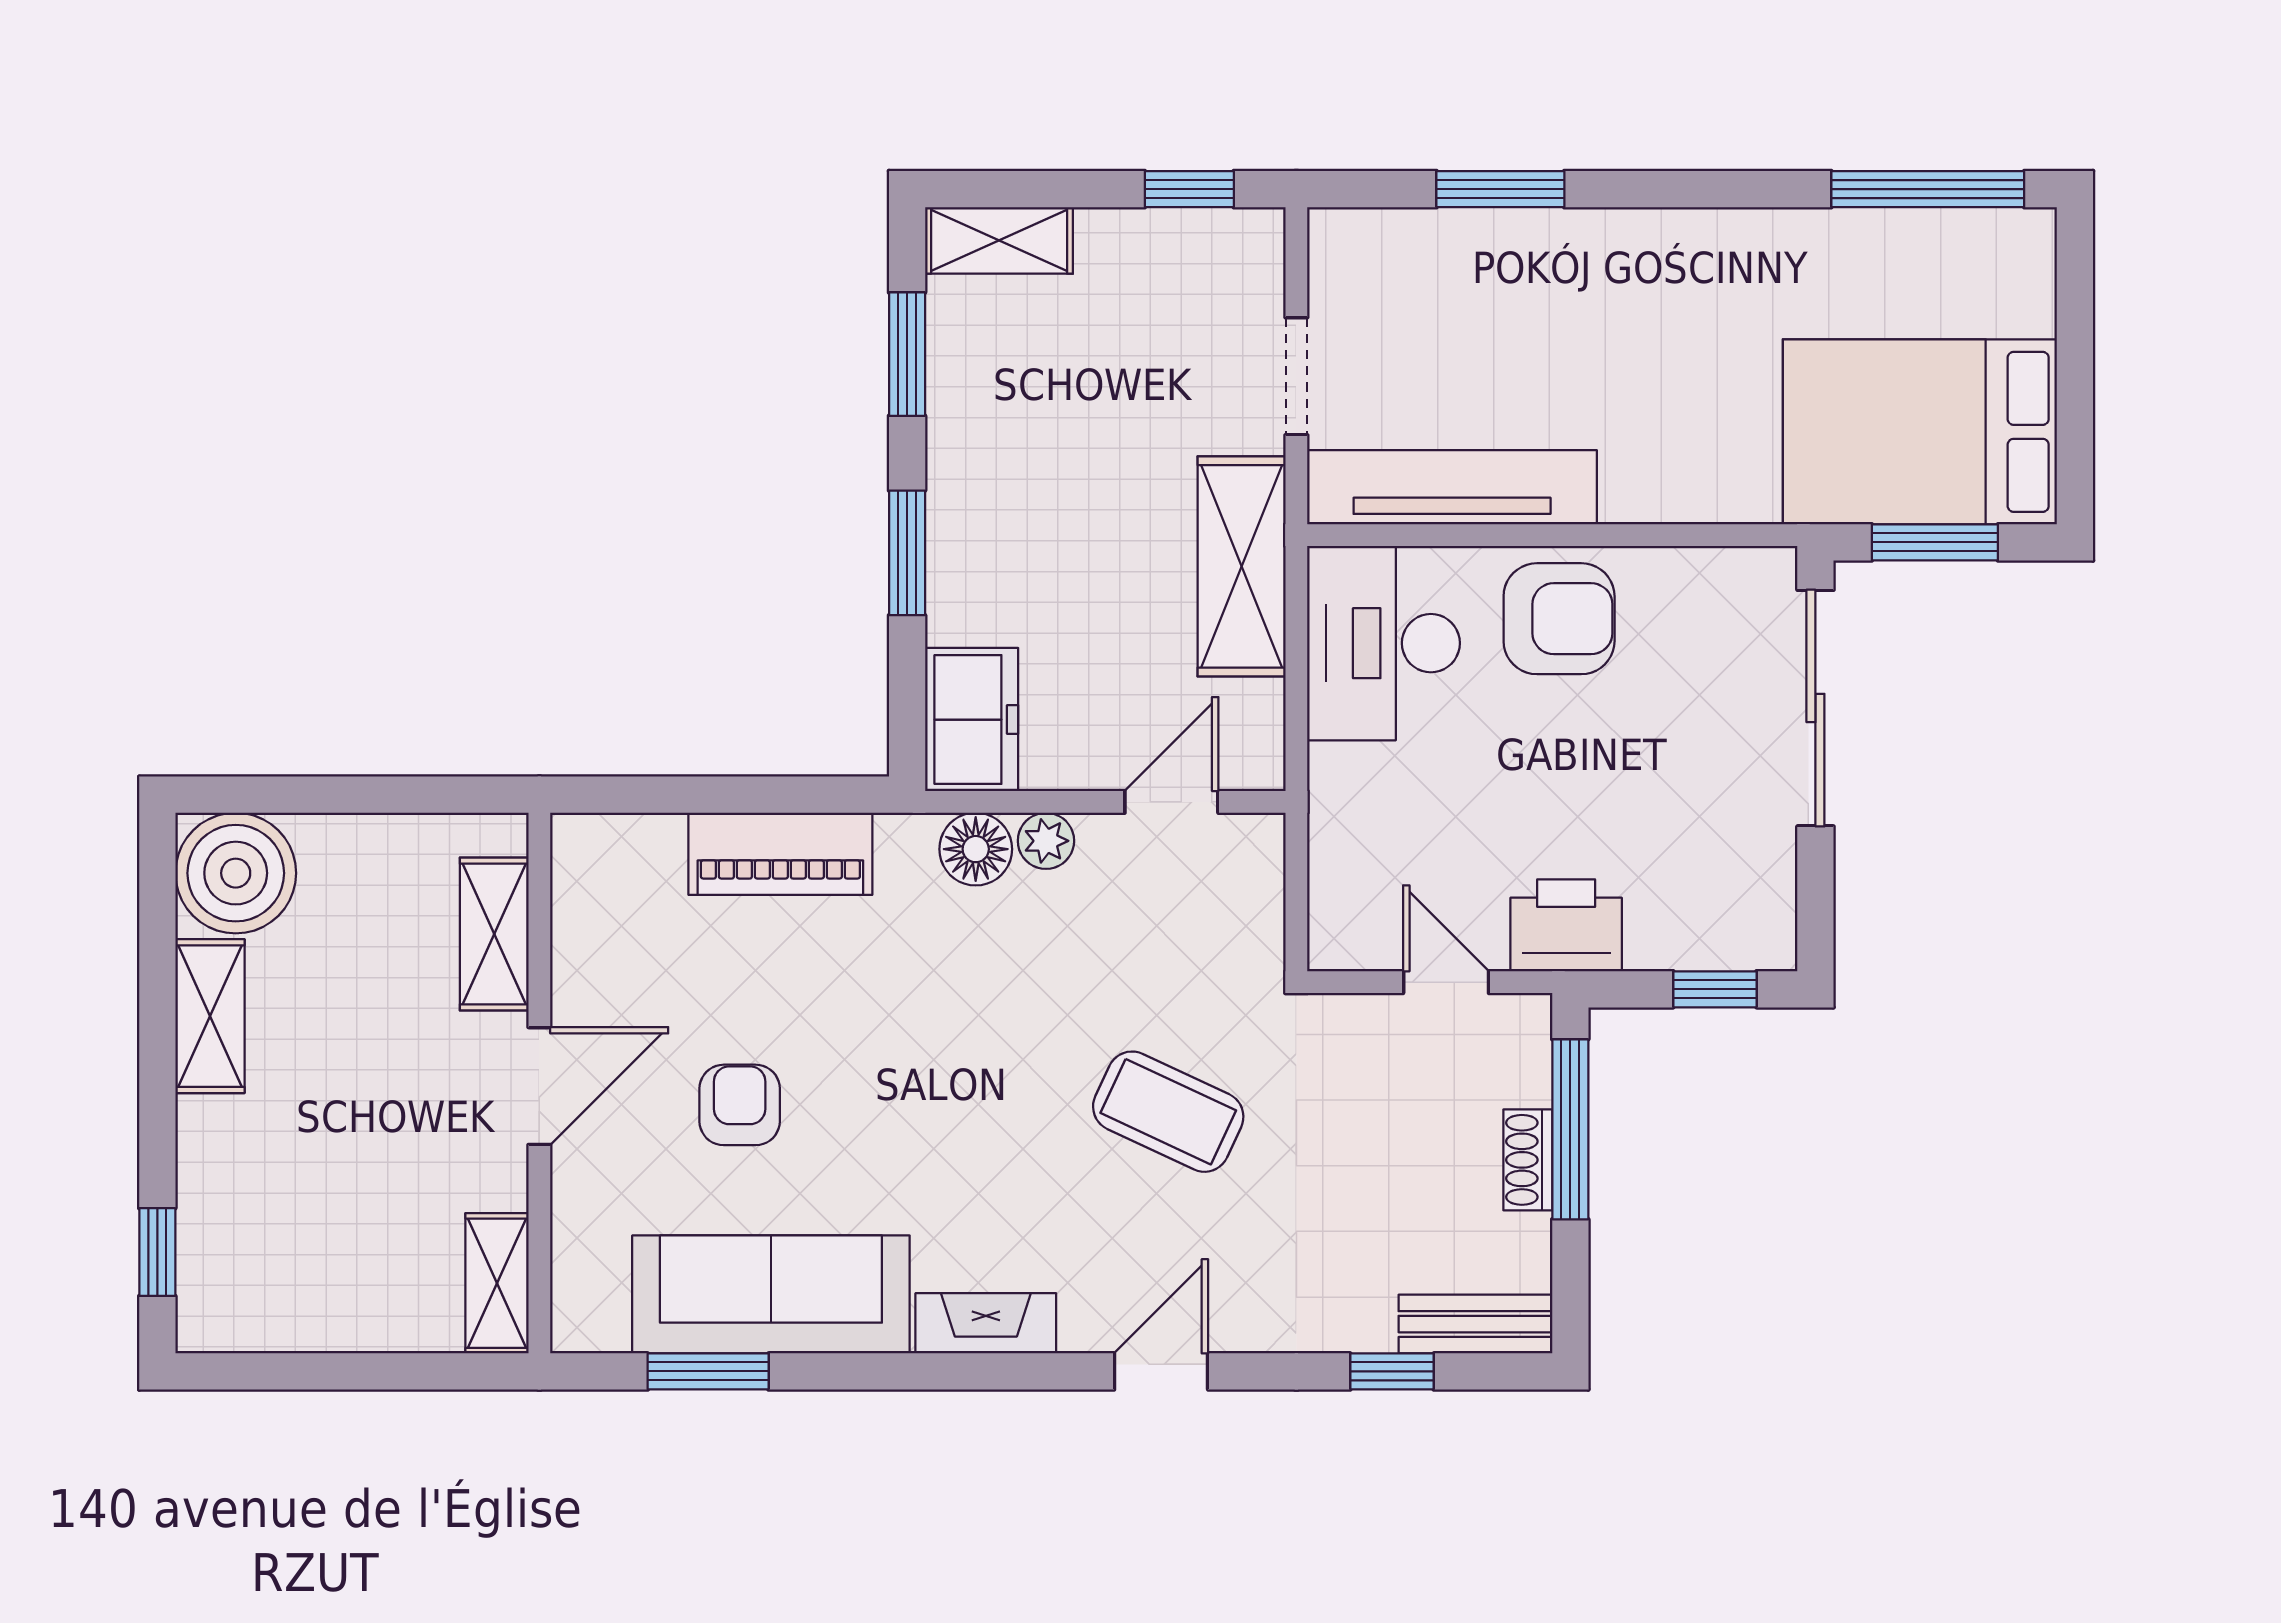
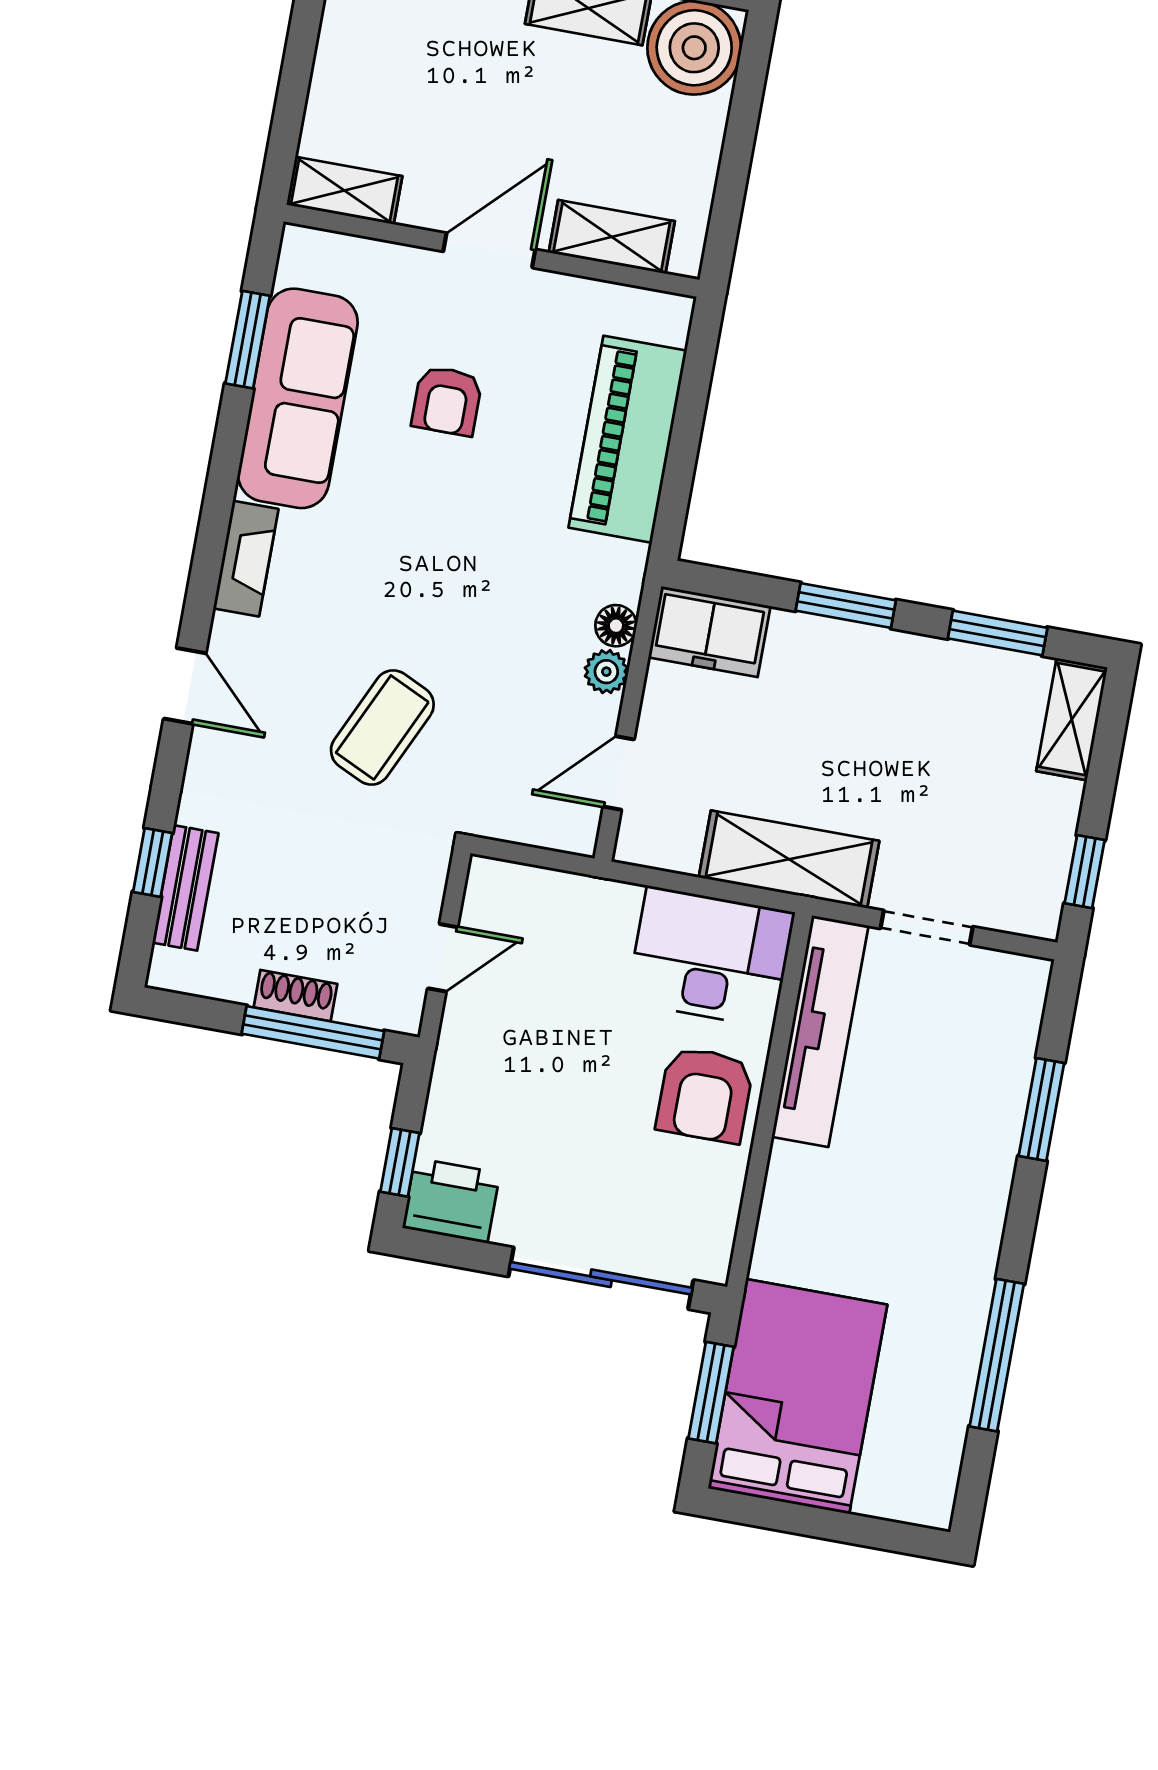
window: (1928, 189) -> (997, 1355), moved
door: (1171, 802) -> (619, 773), swing flipped
floor lamp: (976, 849) -> (616, 626), width x0.73, depth x0.73
piano: (780, 854) -> (628, 439), width x1.37, depth x1.33
printer: (1566, 925) -> (451, 1200), moved, turned -90
door: (539, 1086) -> (489, 250), swing flipped
armchair: (740, 1105) -> (447, 401), turned 90
bench: (1475, 1324) -> (185, 888), moved

